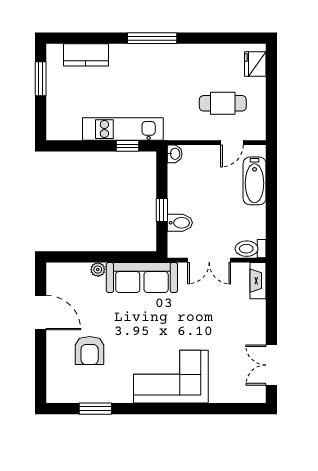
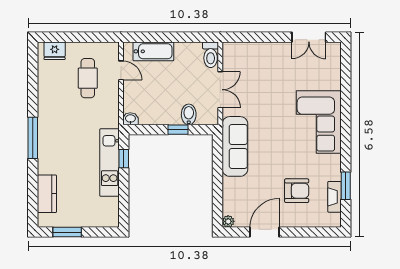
plant: (98, 270) -> (228, 221), moved
fireplace: (258, 281) -> (335, 197), moved, turned 90

